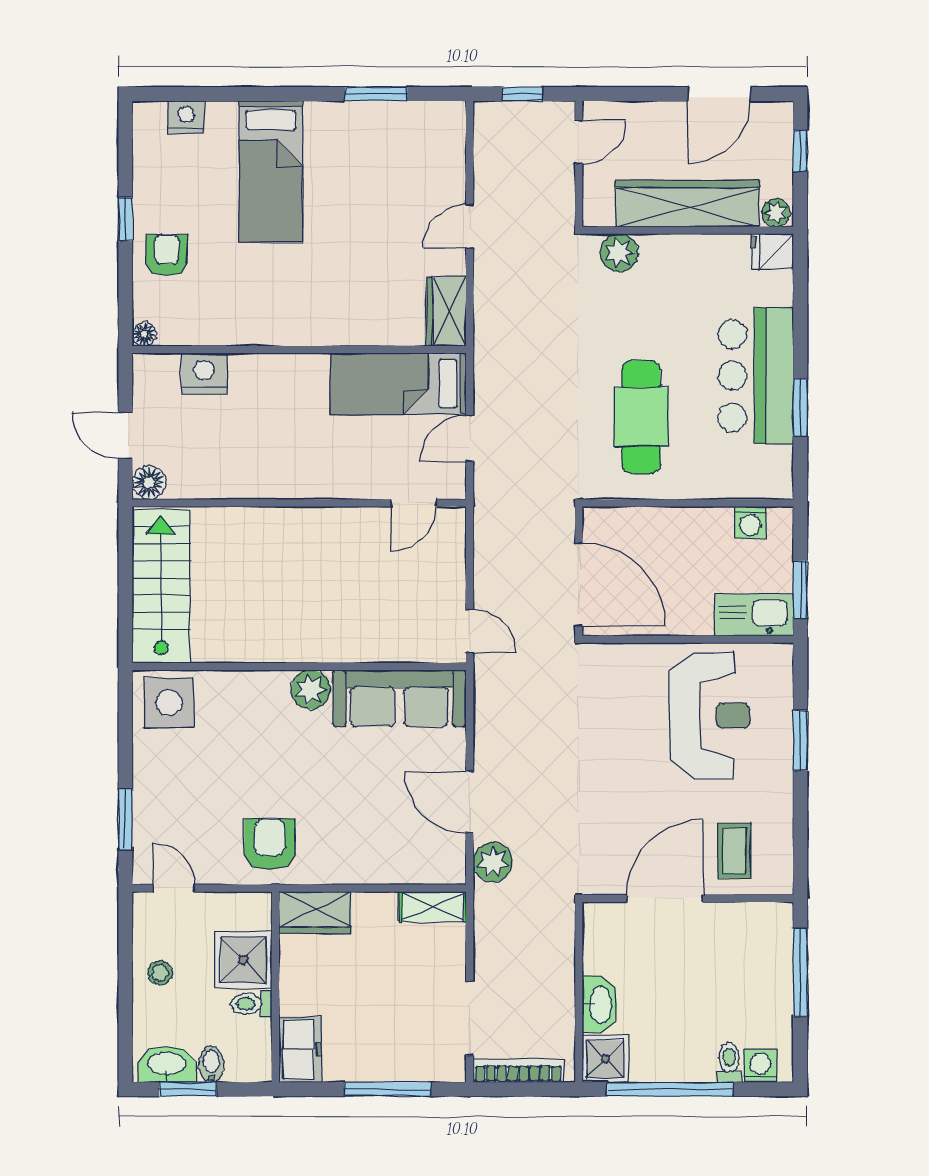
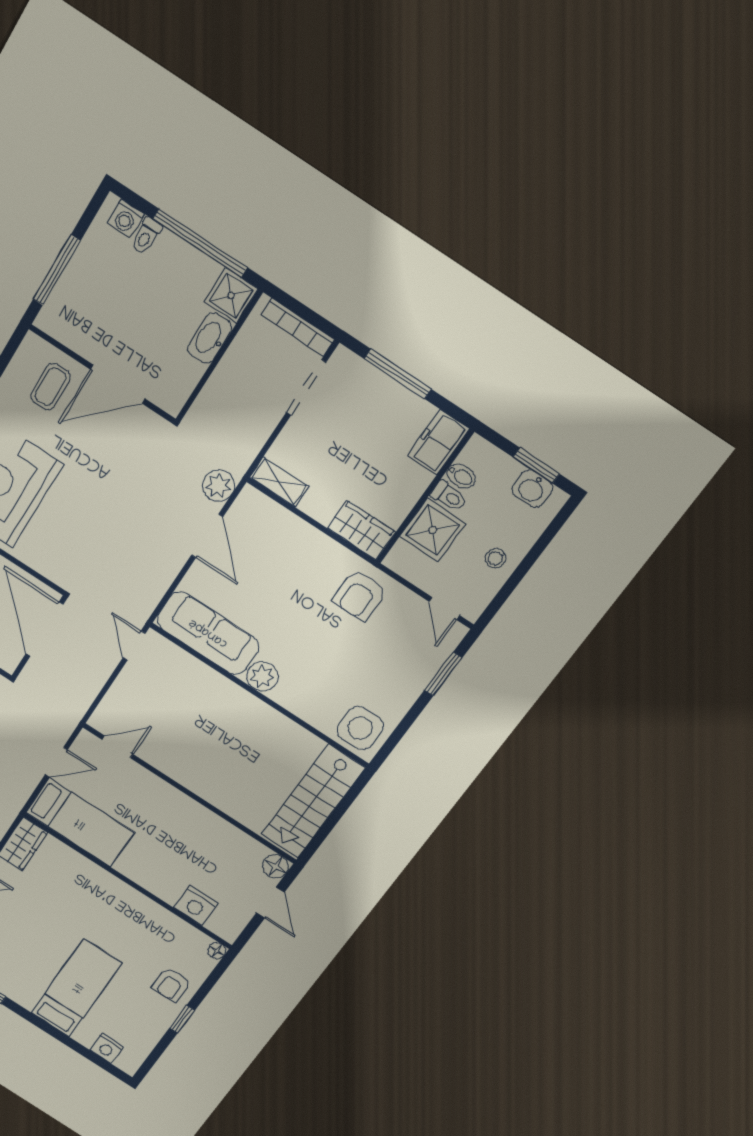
bidet: (211, 1064) -> (461, 476), moved, turned -90
washbasin: (167, 1065) -> (532, 489), width x0.72

